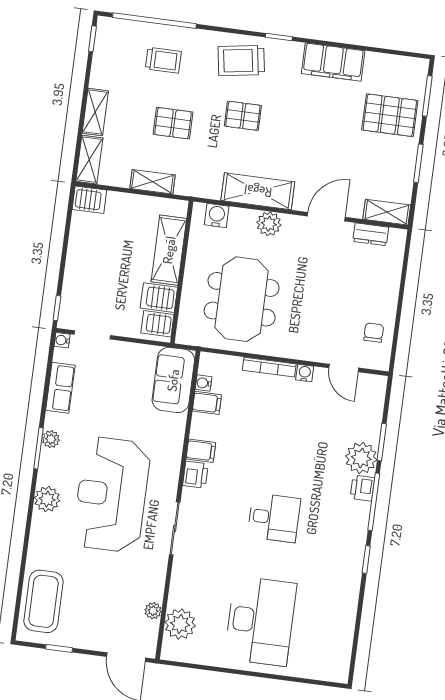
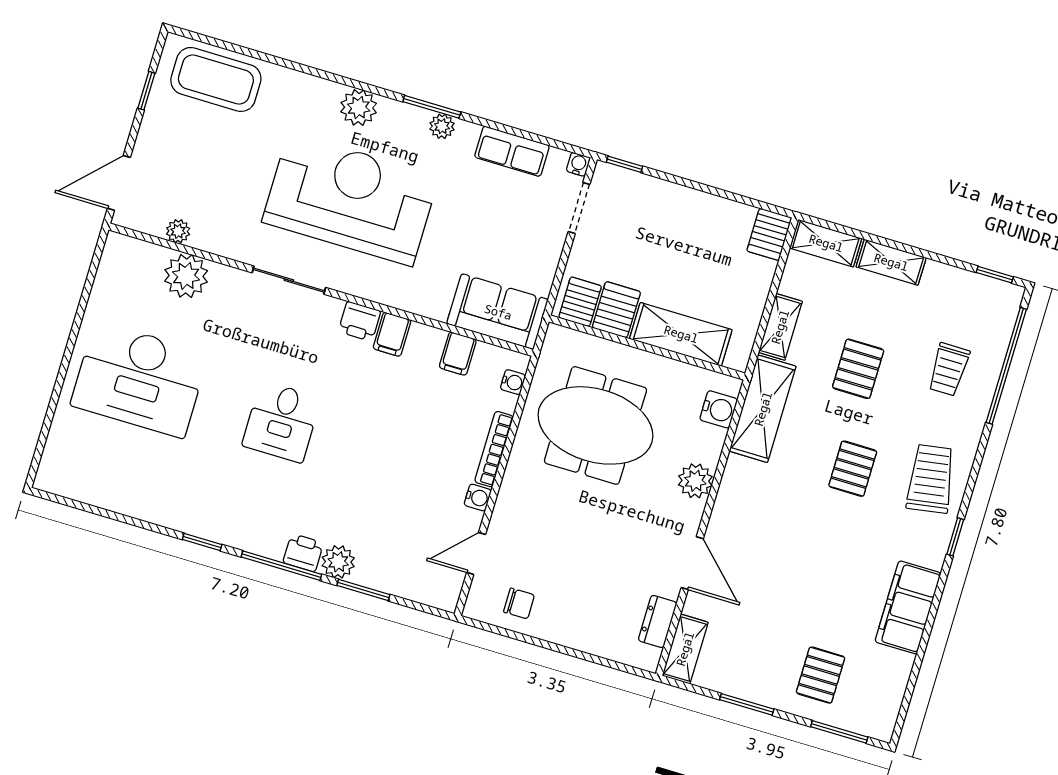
pallet: (390, 115) -> (821, 675), width x0.67, depth x0.71
shelving: (258, 191) -> (763, 409), moved
water cooler: (204, 383) -> (513, 382), moved, turned 90
plant: (361, 458) -> (338, 562), width x0.73, depth x0.73
plant: (180, 624) -> (186, 276), moved

